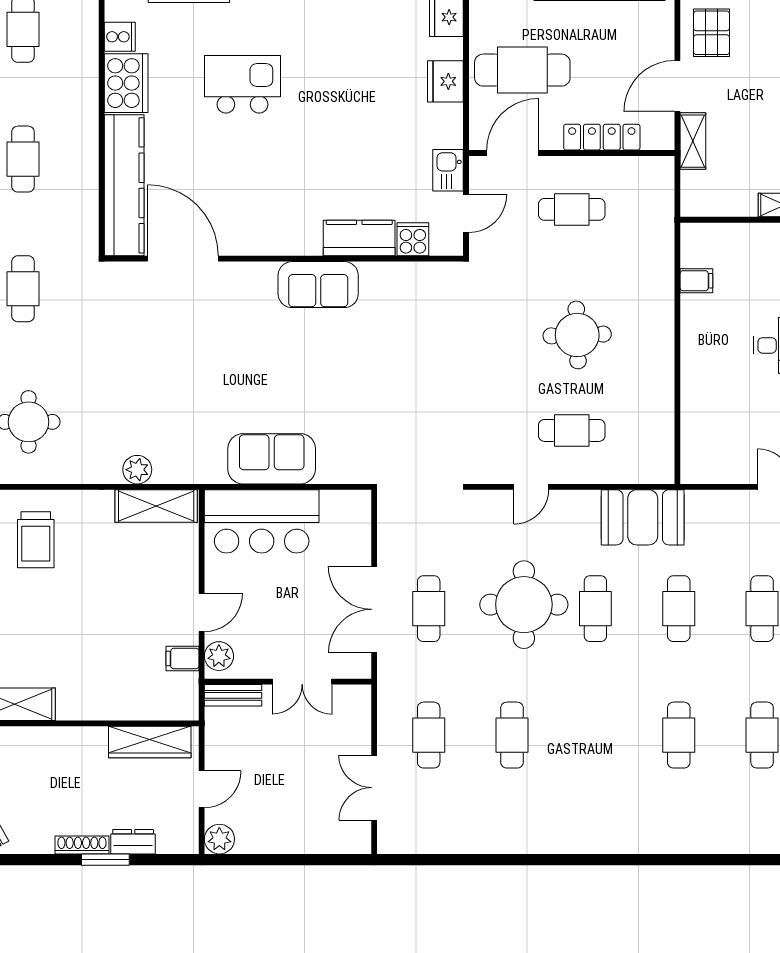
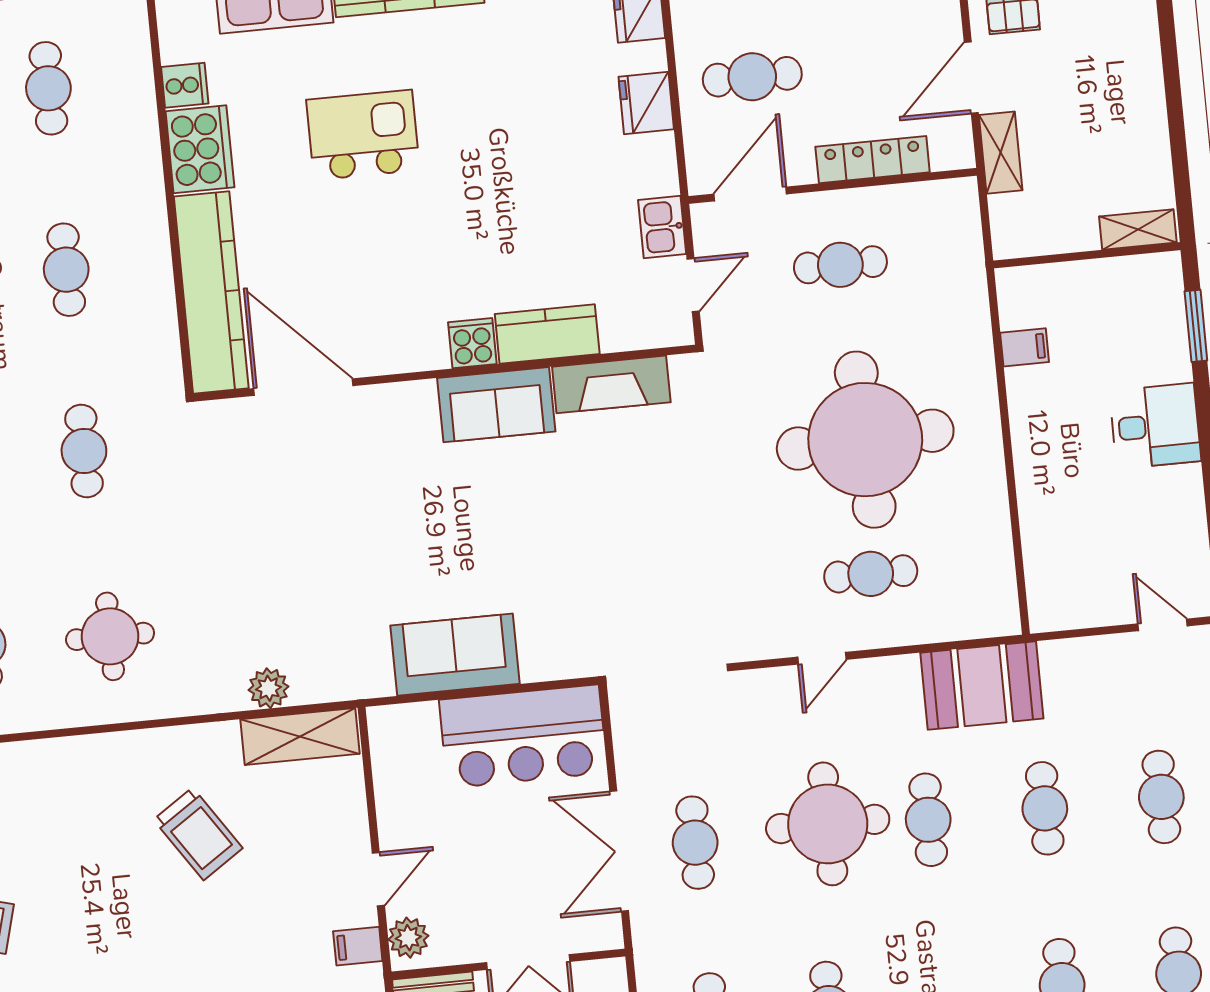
cafe table: (522, 70) -> (752, 77), width x0.73, depth x0.74
cooker: (413, 239) -> (472, 343), moved
fireplace: (401, 278) -> (611, 384), added
round table: (577, 335) -> (865, 440), width x1.86, depth x1.86
bar counter: (262, 521) -> (523, 736), moved
trolley: (36, 540) -> (198, 834), moved, turned -34

